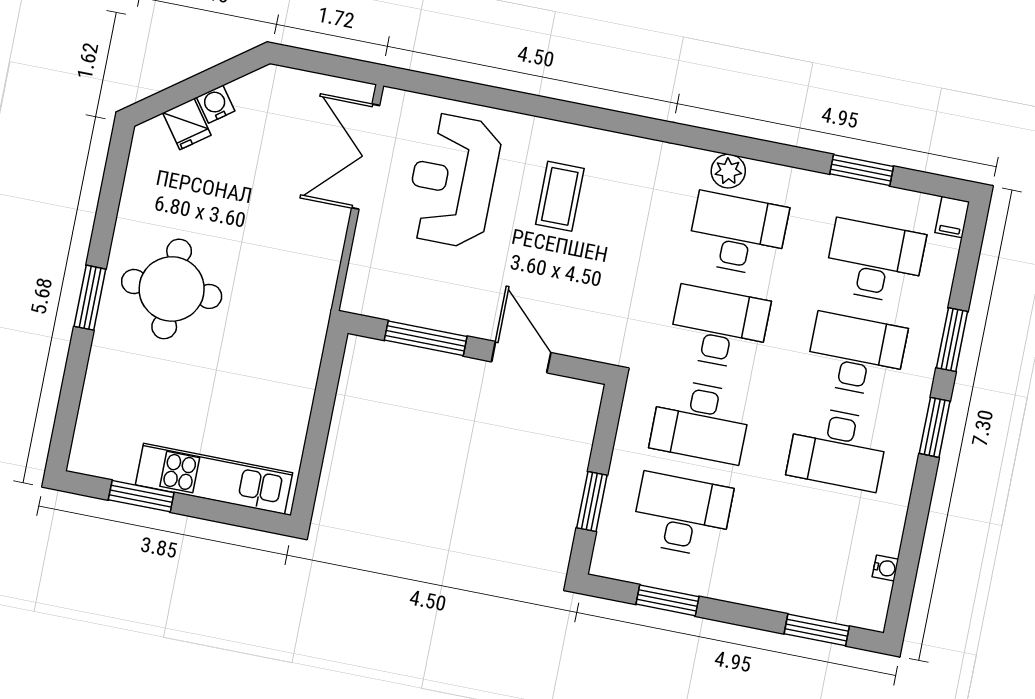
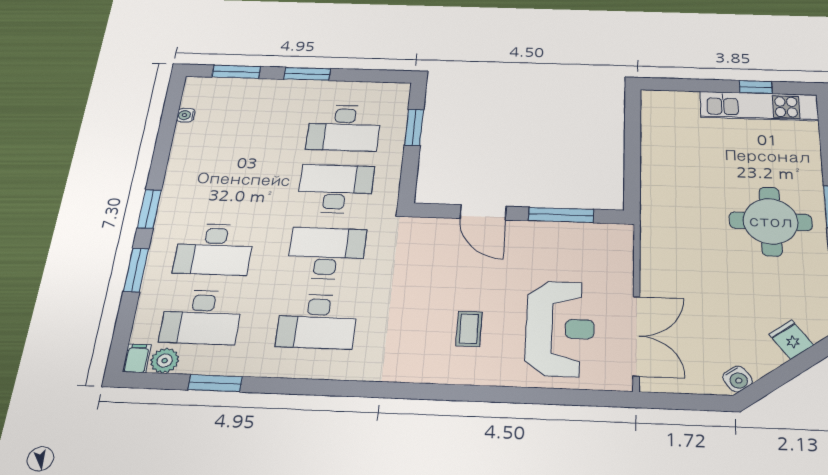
water cooler: (216, 104) -> (737, 379), moved
plant: (728, 171) -> (165, 361), moved
coffee table: (560, 196) -> (469, 329), width x0.73, depth x0.77
desk: (719, 328) -> (327, 253), turned 180
desk: (838, 448) -> (226, 185), removed
kitchen unit: (214, 479) -> (759, 106), moved
window: (141, 496) -> (756, 87), width x0.67
window: (668, 600) -> (307, 74), moved

